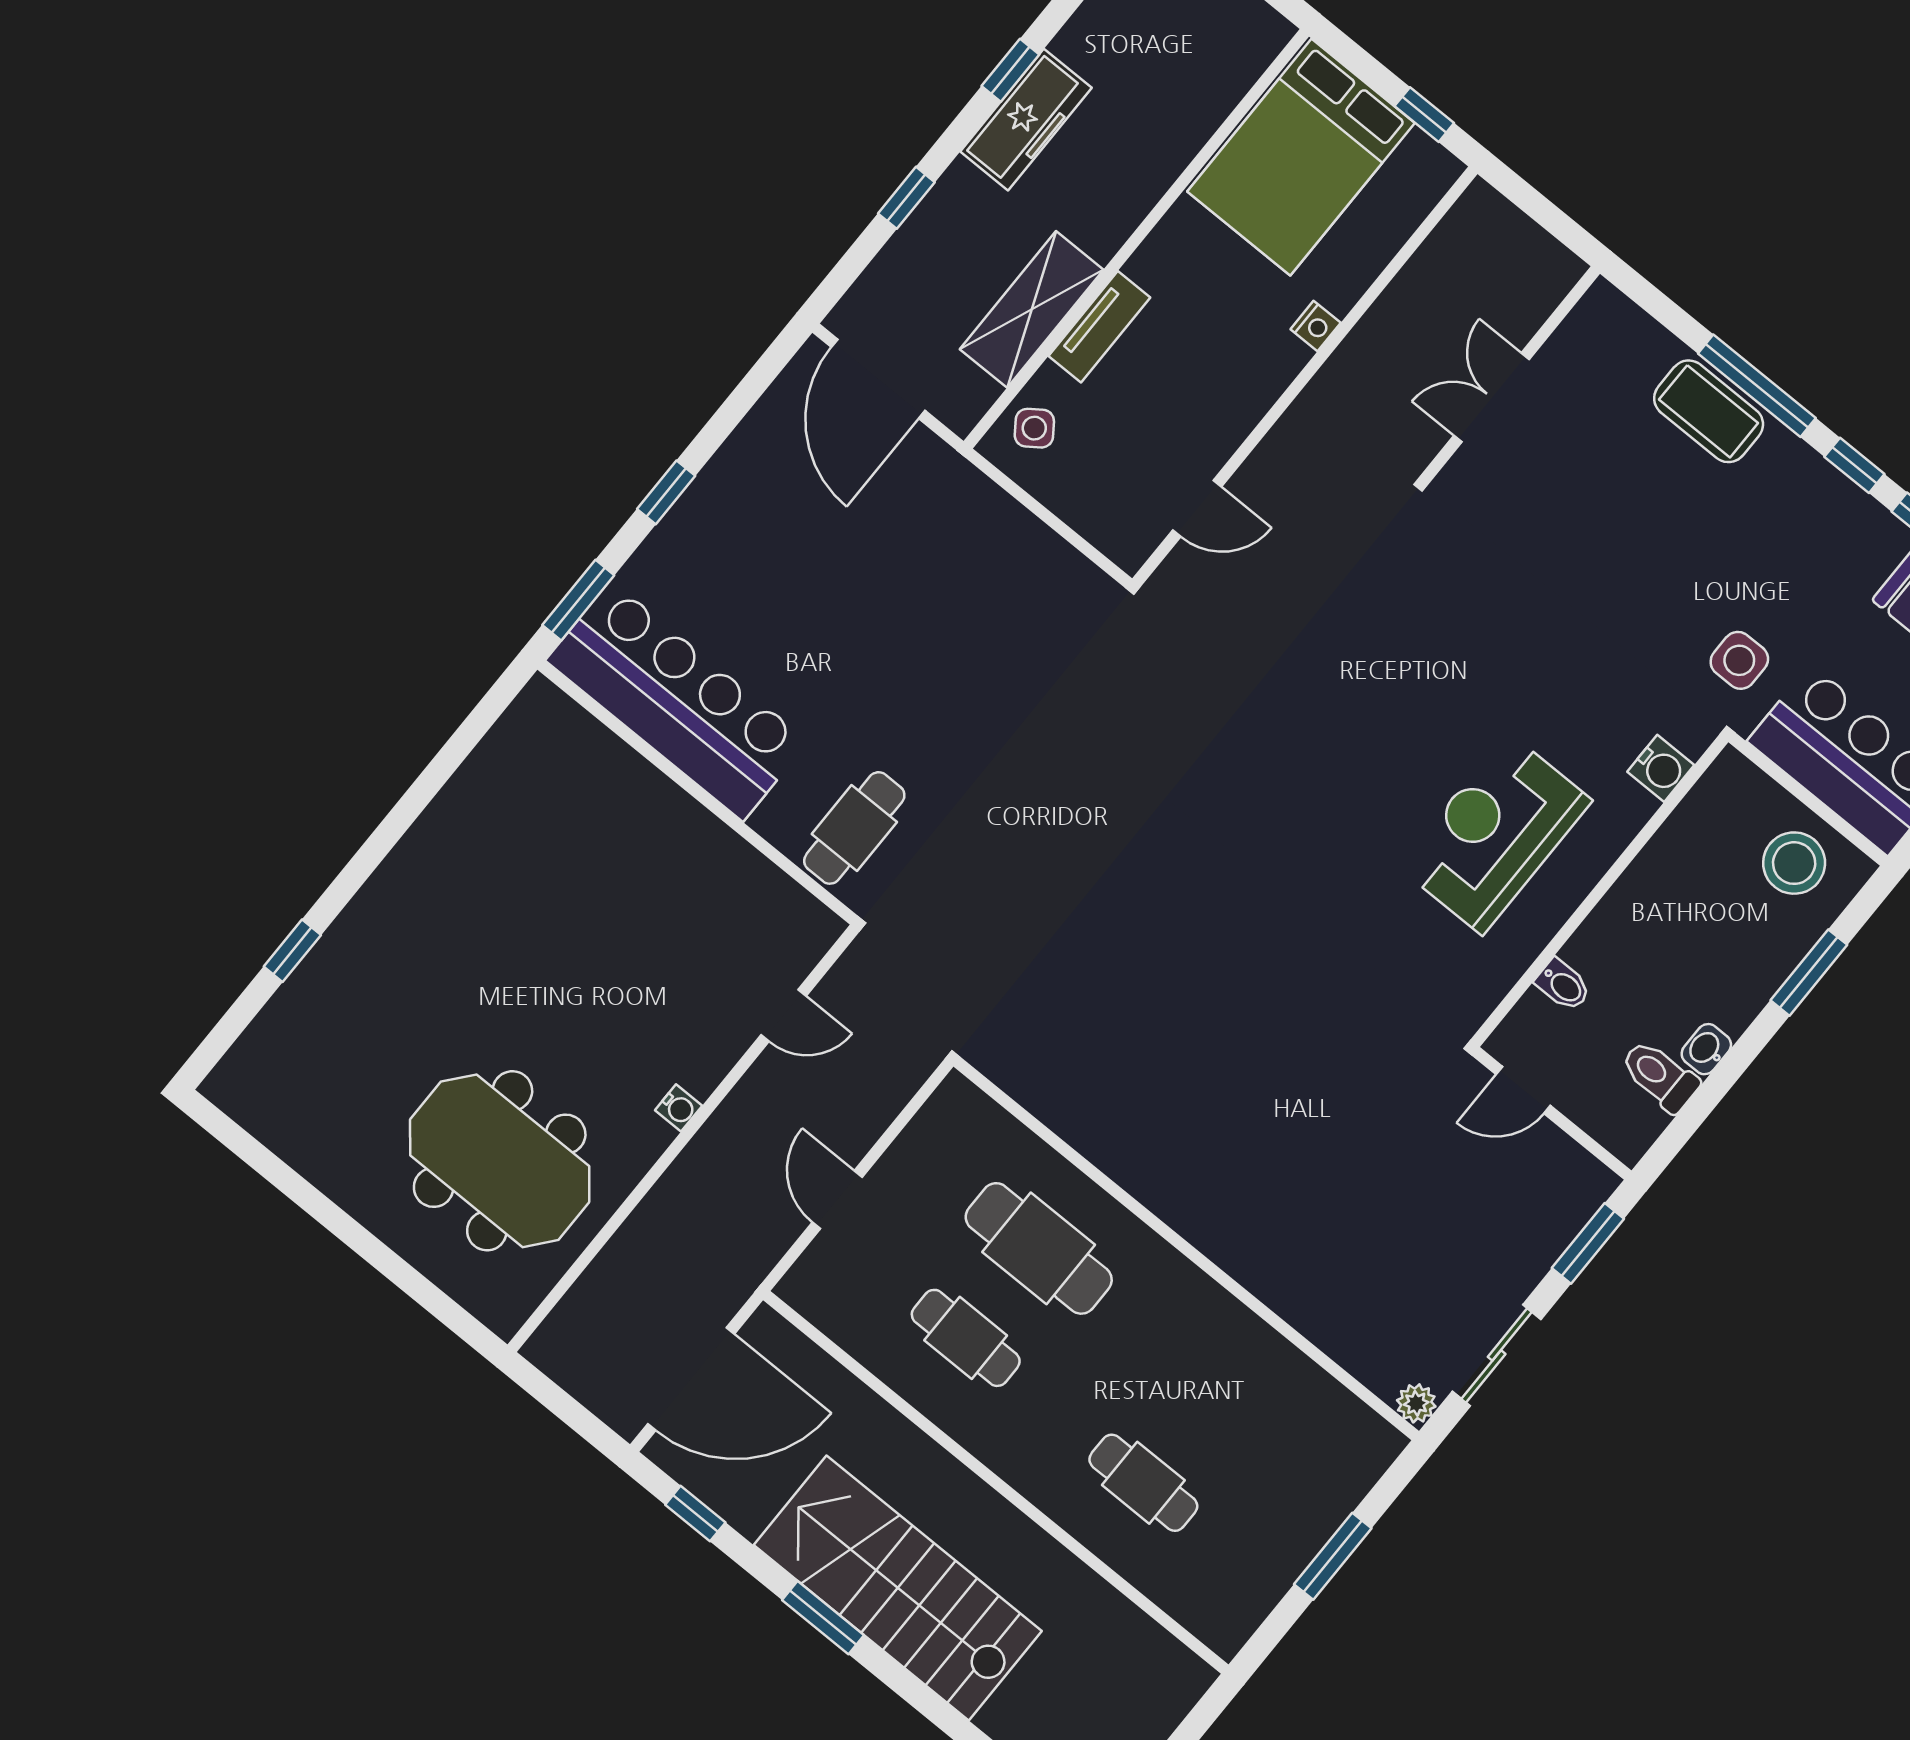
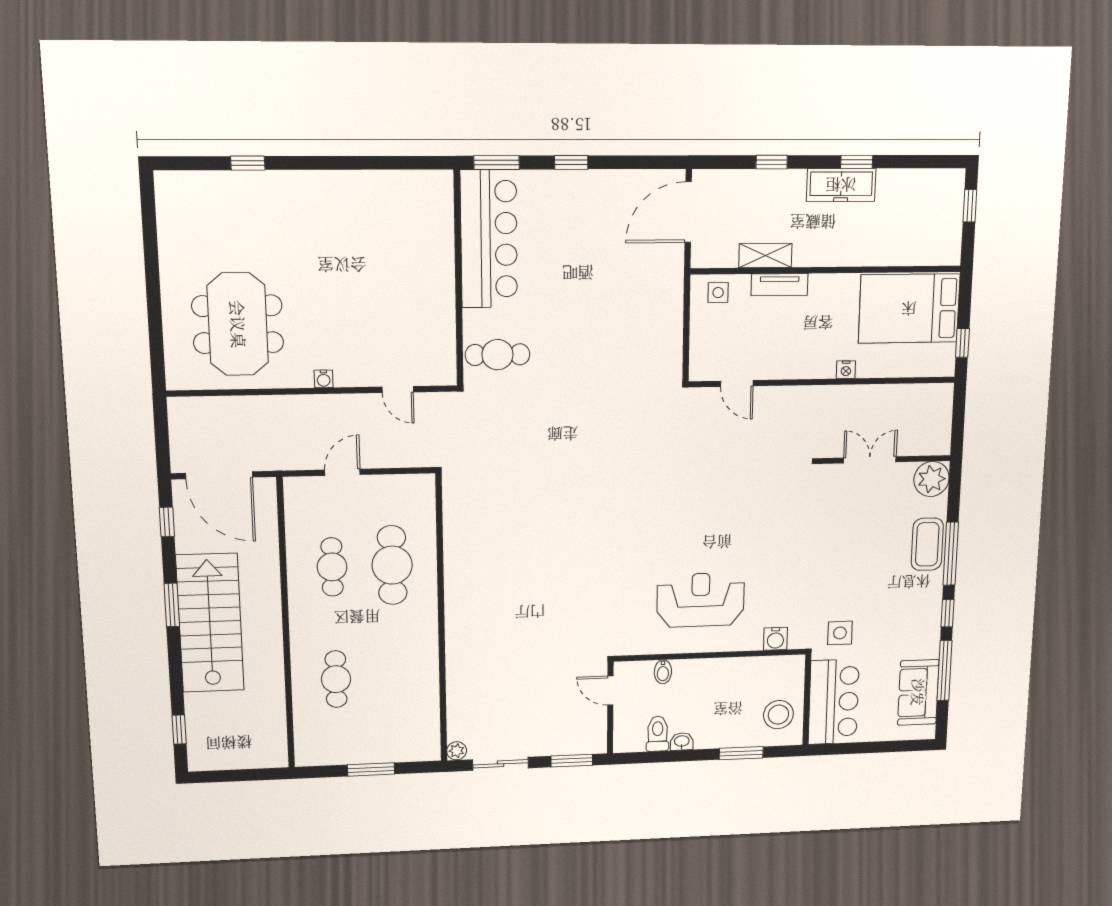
shelving: (1032, 309) -> (765, 256), width x0.67, depth x0.75
plant: (1605, 325) -> (932, 479), added
side table: (1034, 428) -> (718, 293), turned 36

